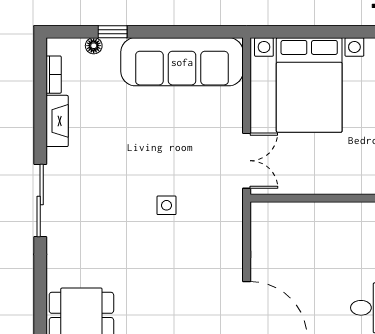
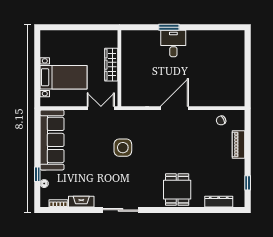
bed with nightstands: (309, 85) -> (63, 77), width x0.73
wardrobe: (335, 182) -> (111, 65), added
side table: (166, 205) -> (123, 148), width x1.87, depth x1.87

